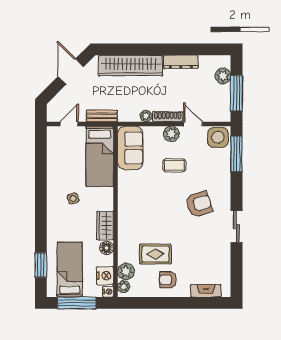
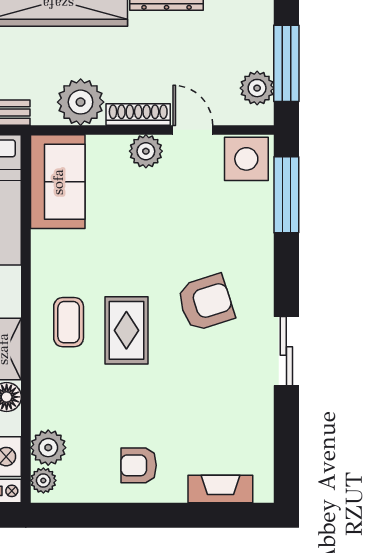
plant: (223, 76) -> (257, 88), moved
plant: (146, 116) -> (81, 102), width x1.88, depth x1.88
coffee table: (174, 165) -> (69, 322), moved, turned 90
rug: (155, 254) -> (126, 330), moved, turned 90

